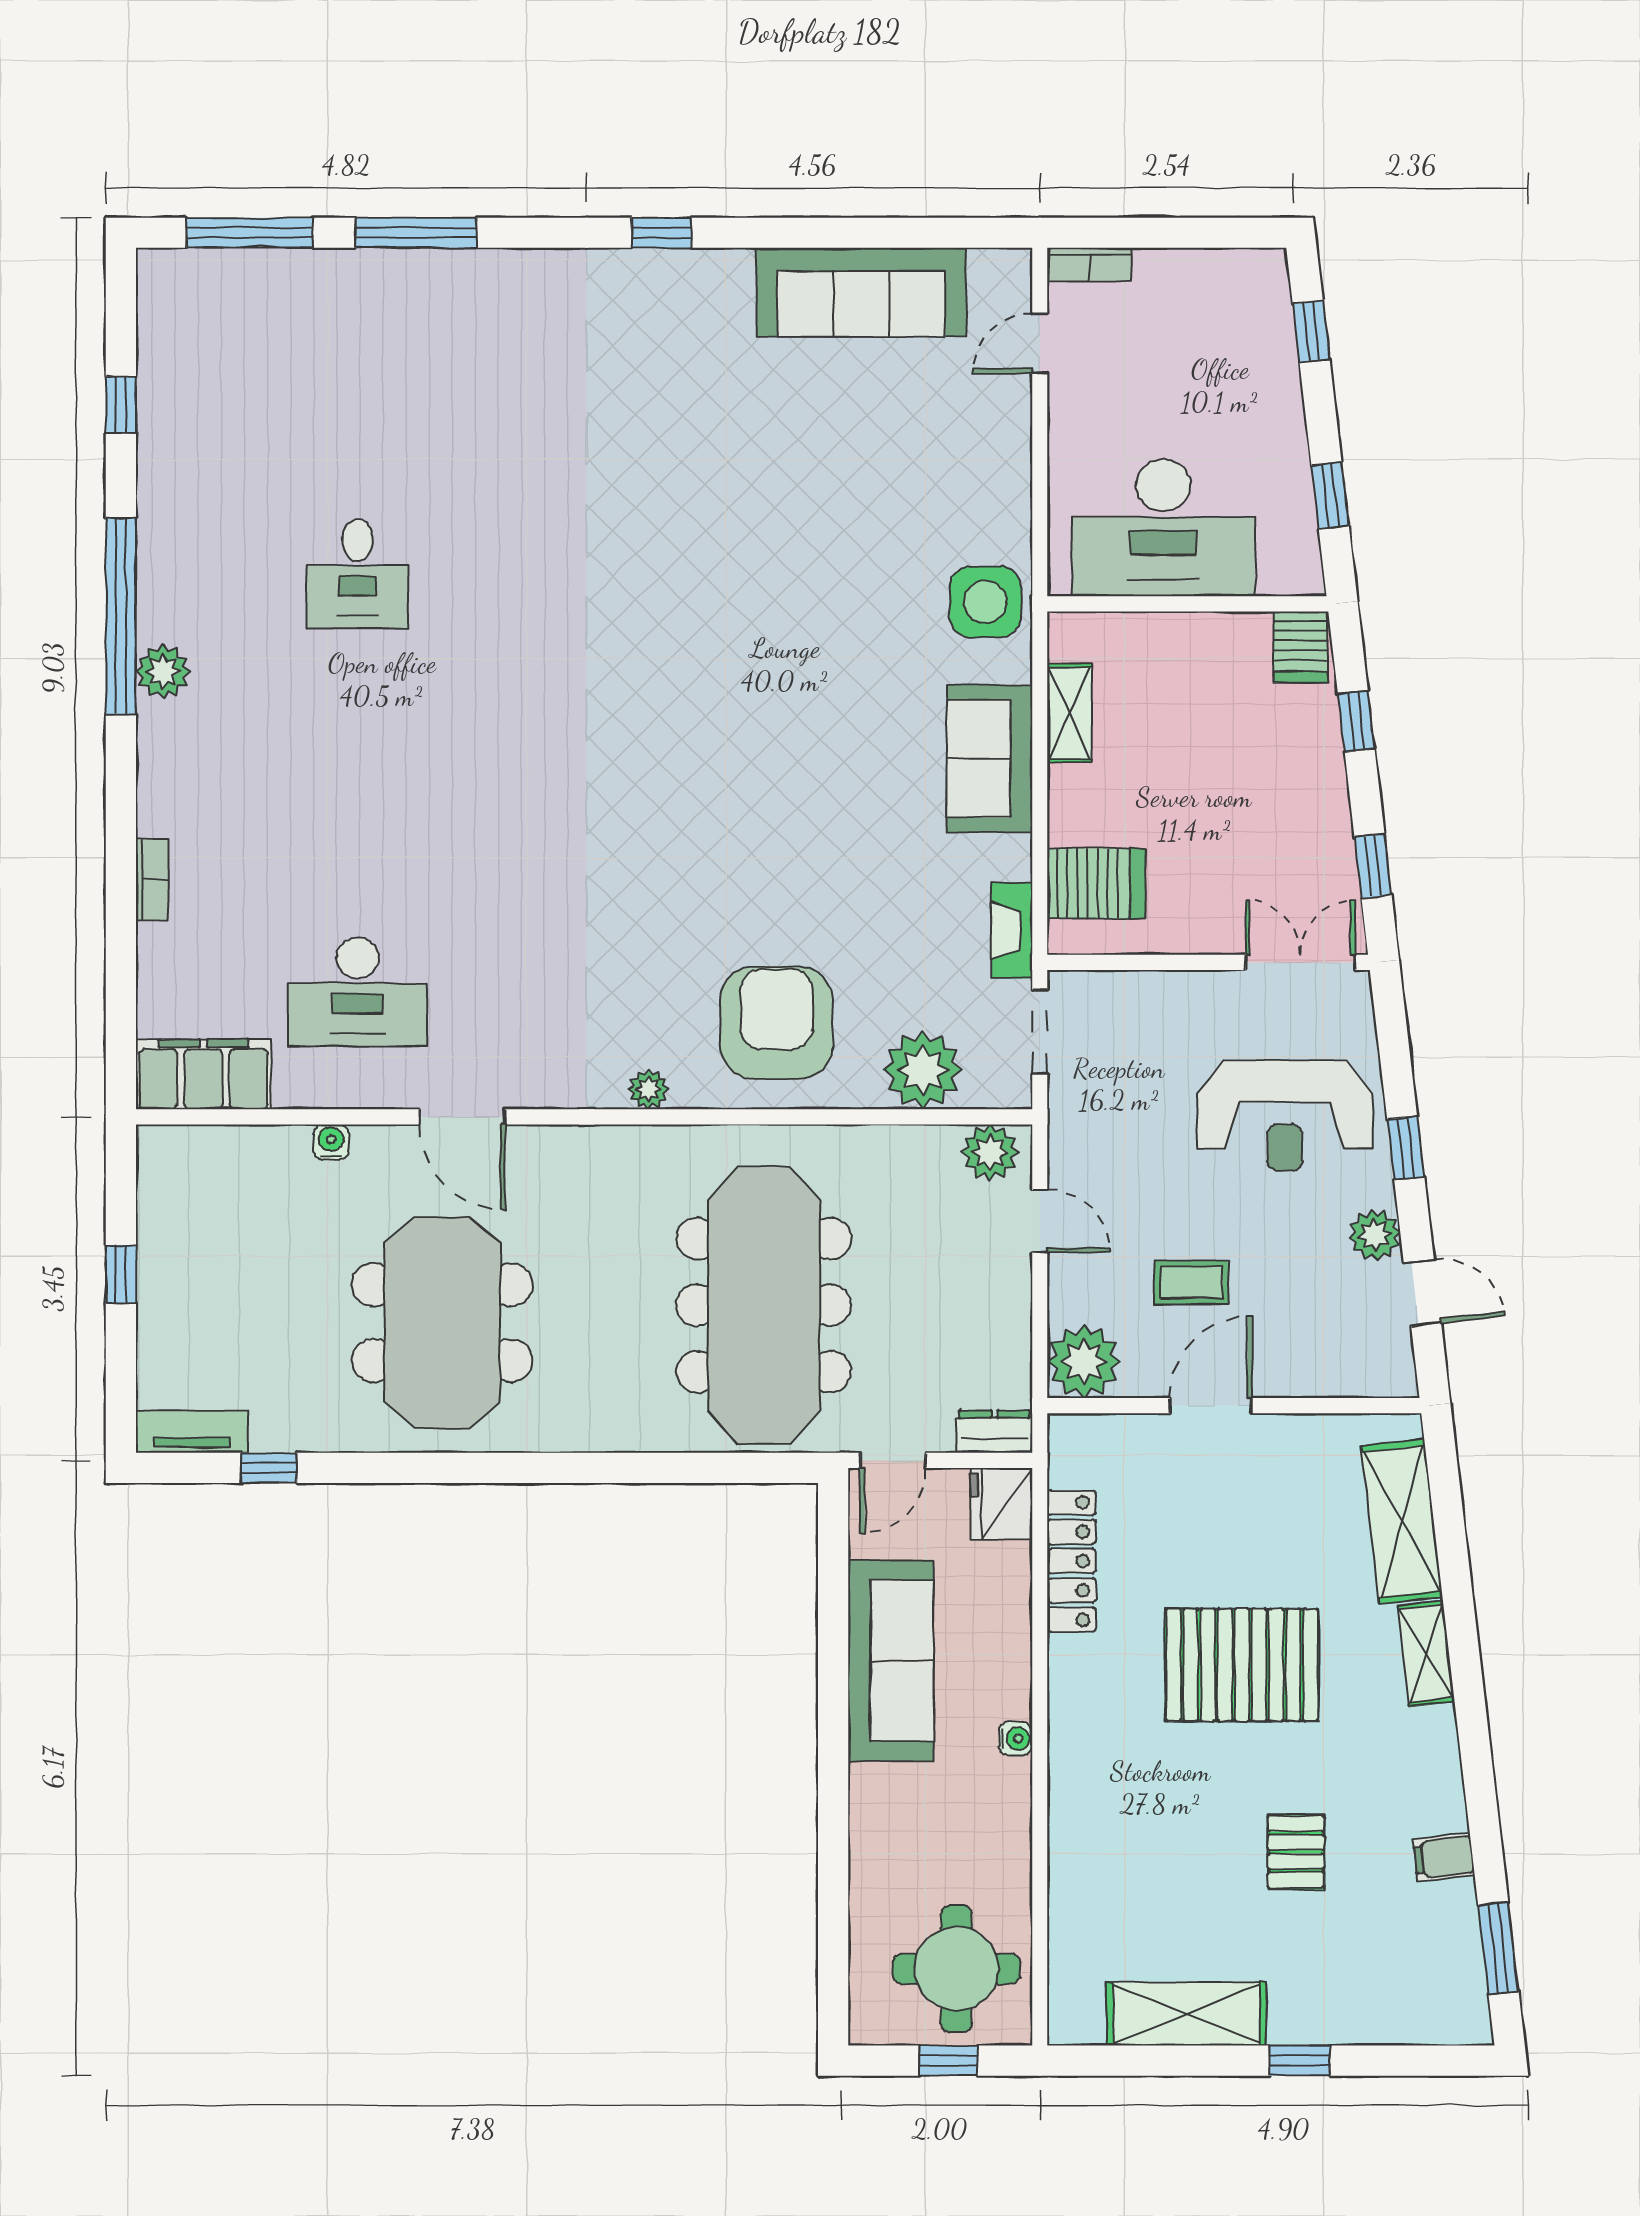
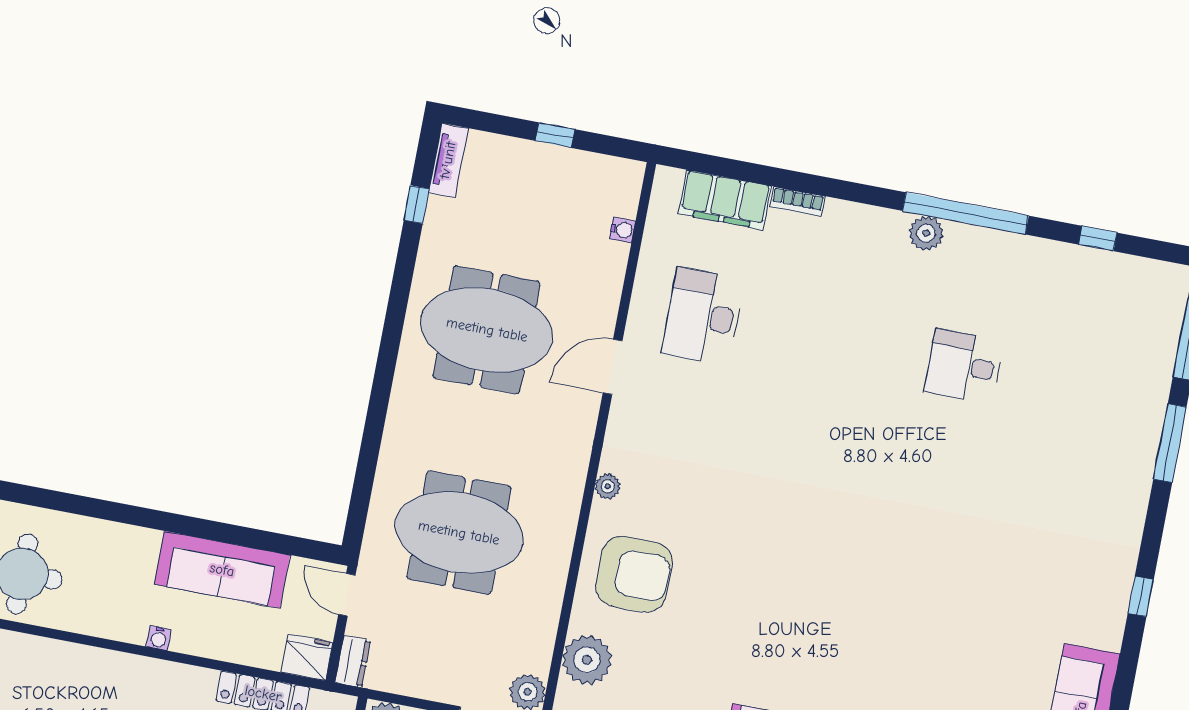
filing cabinet: (203, 1074) -> (725, 200), moved, turned 90
water cooler: (331, 1142) -> (622, 230), moved
meeting table: (764, 1305) -> (459, 533), width x0.73

